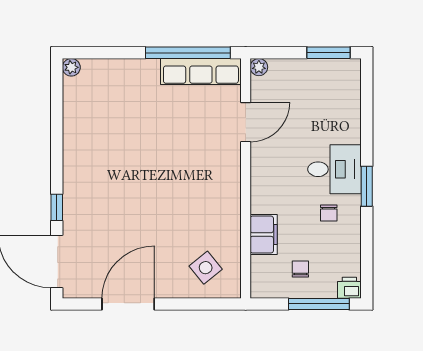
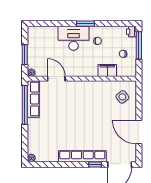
window: (329, 53) -> (25, 55), moved
desk: (334, 169) -> (73, 38), width x1.37
row of seats: (75, 180) -> (82, 156), added

